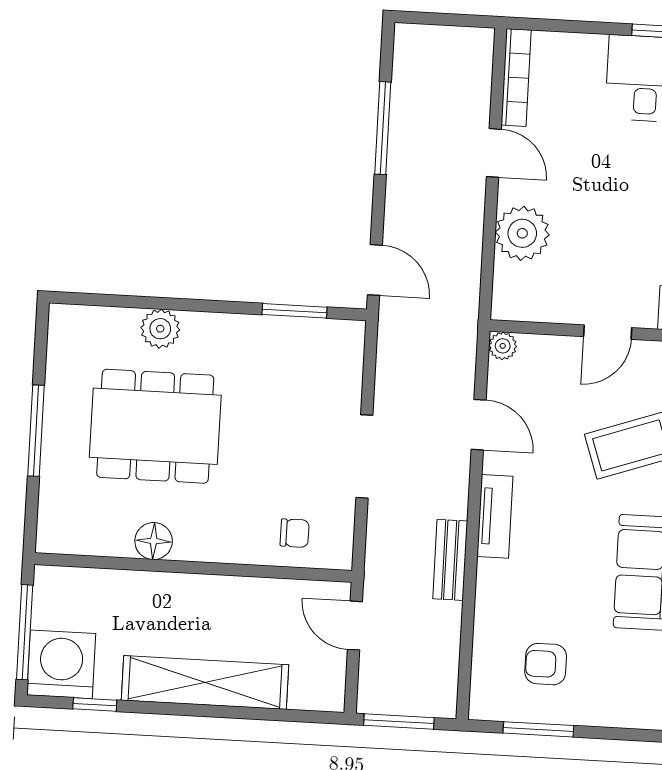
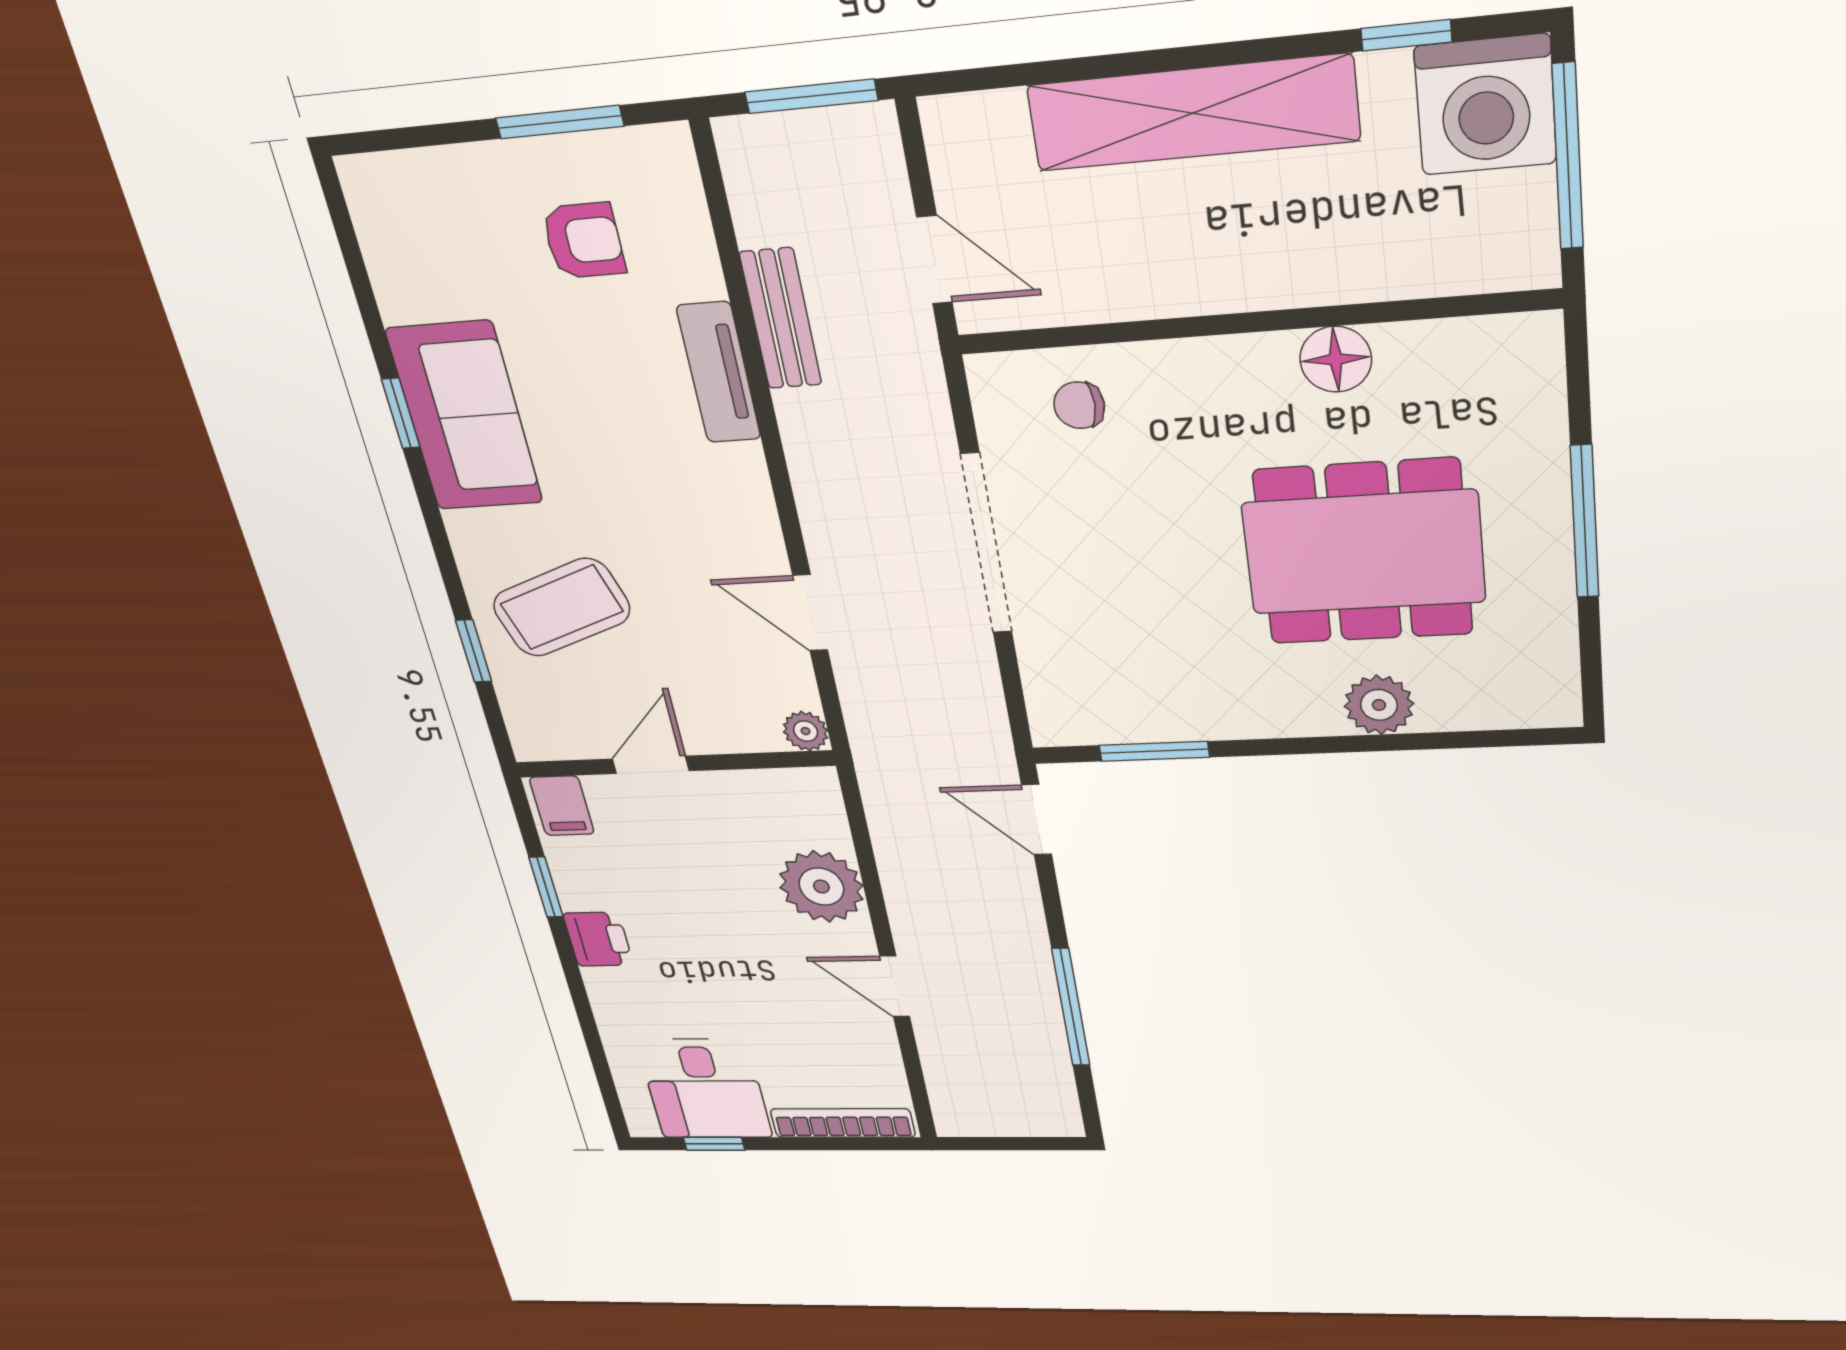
bookcase: (516, 77) -> (843, 1123), moved, turned 90
doorway: (364, 456) -> (986, 544), width x1.36
tv unit: (495, 516) -> (719, 373), moved
bench: (450, 560) -> (781, 319), moved

